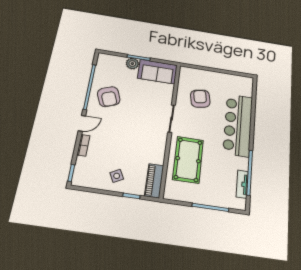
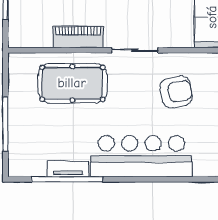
piano: (154, 181) -> (78, 37), moved
tv unit: (242, 184) -> (68, 169), moved

